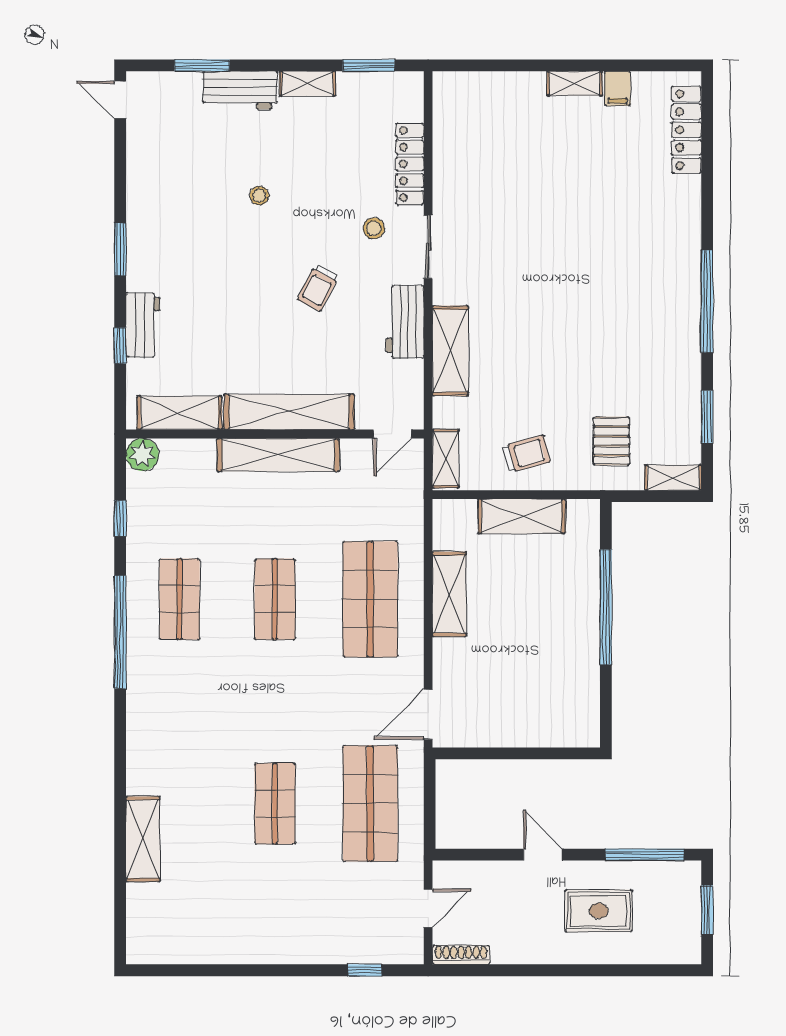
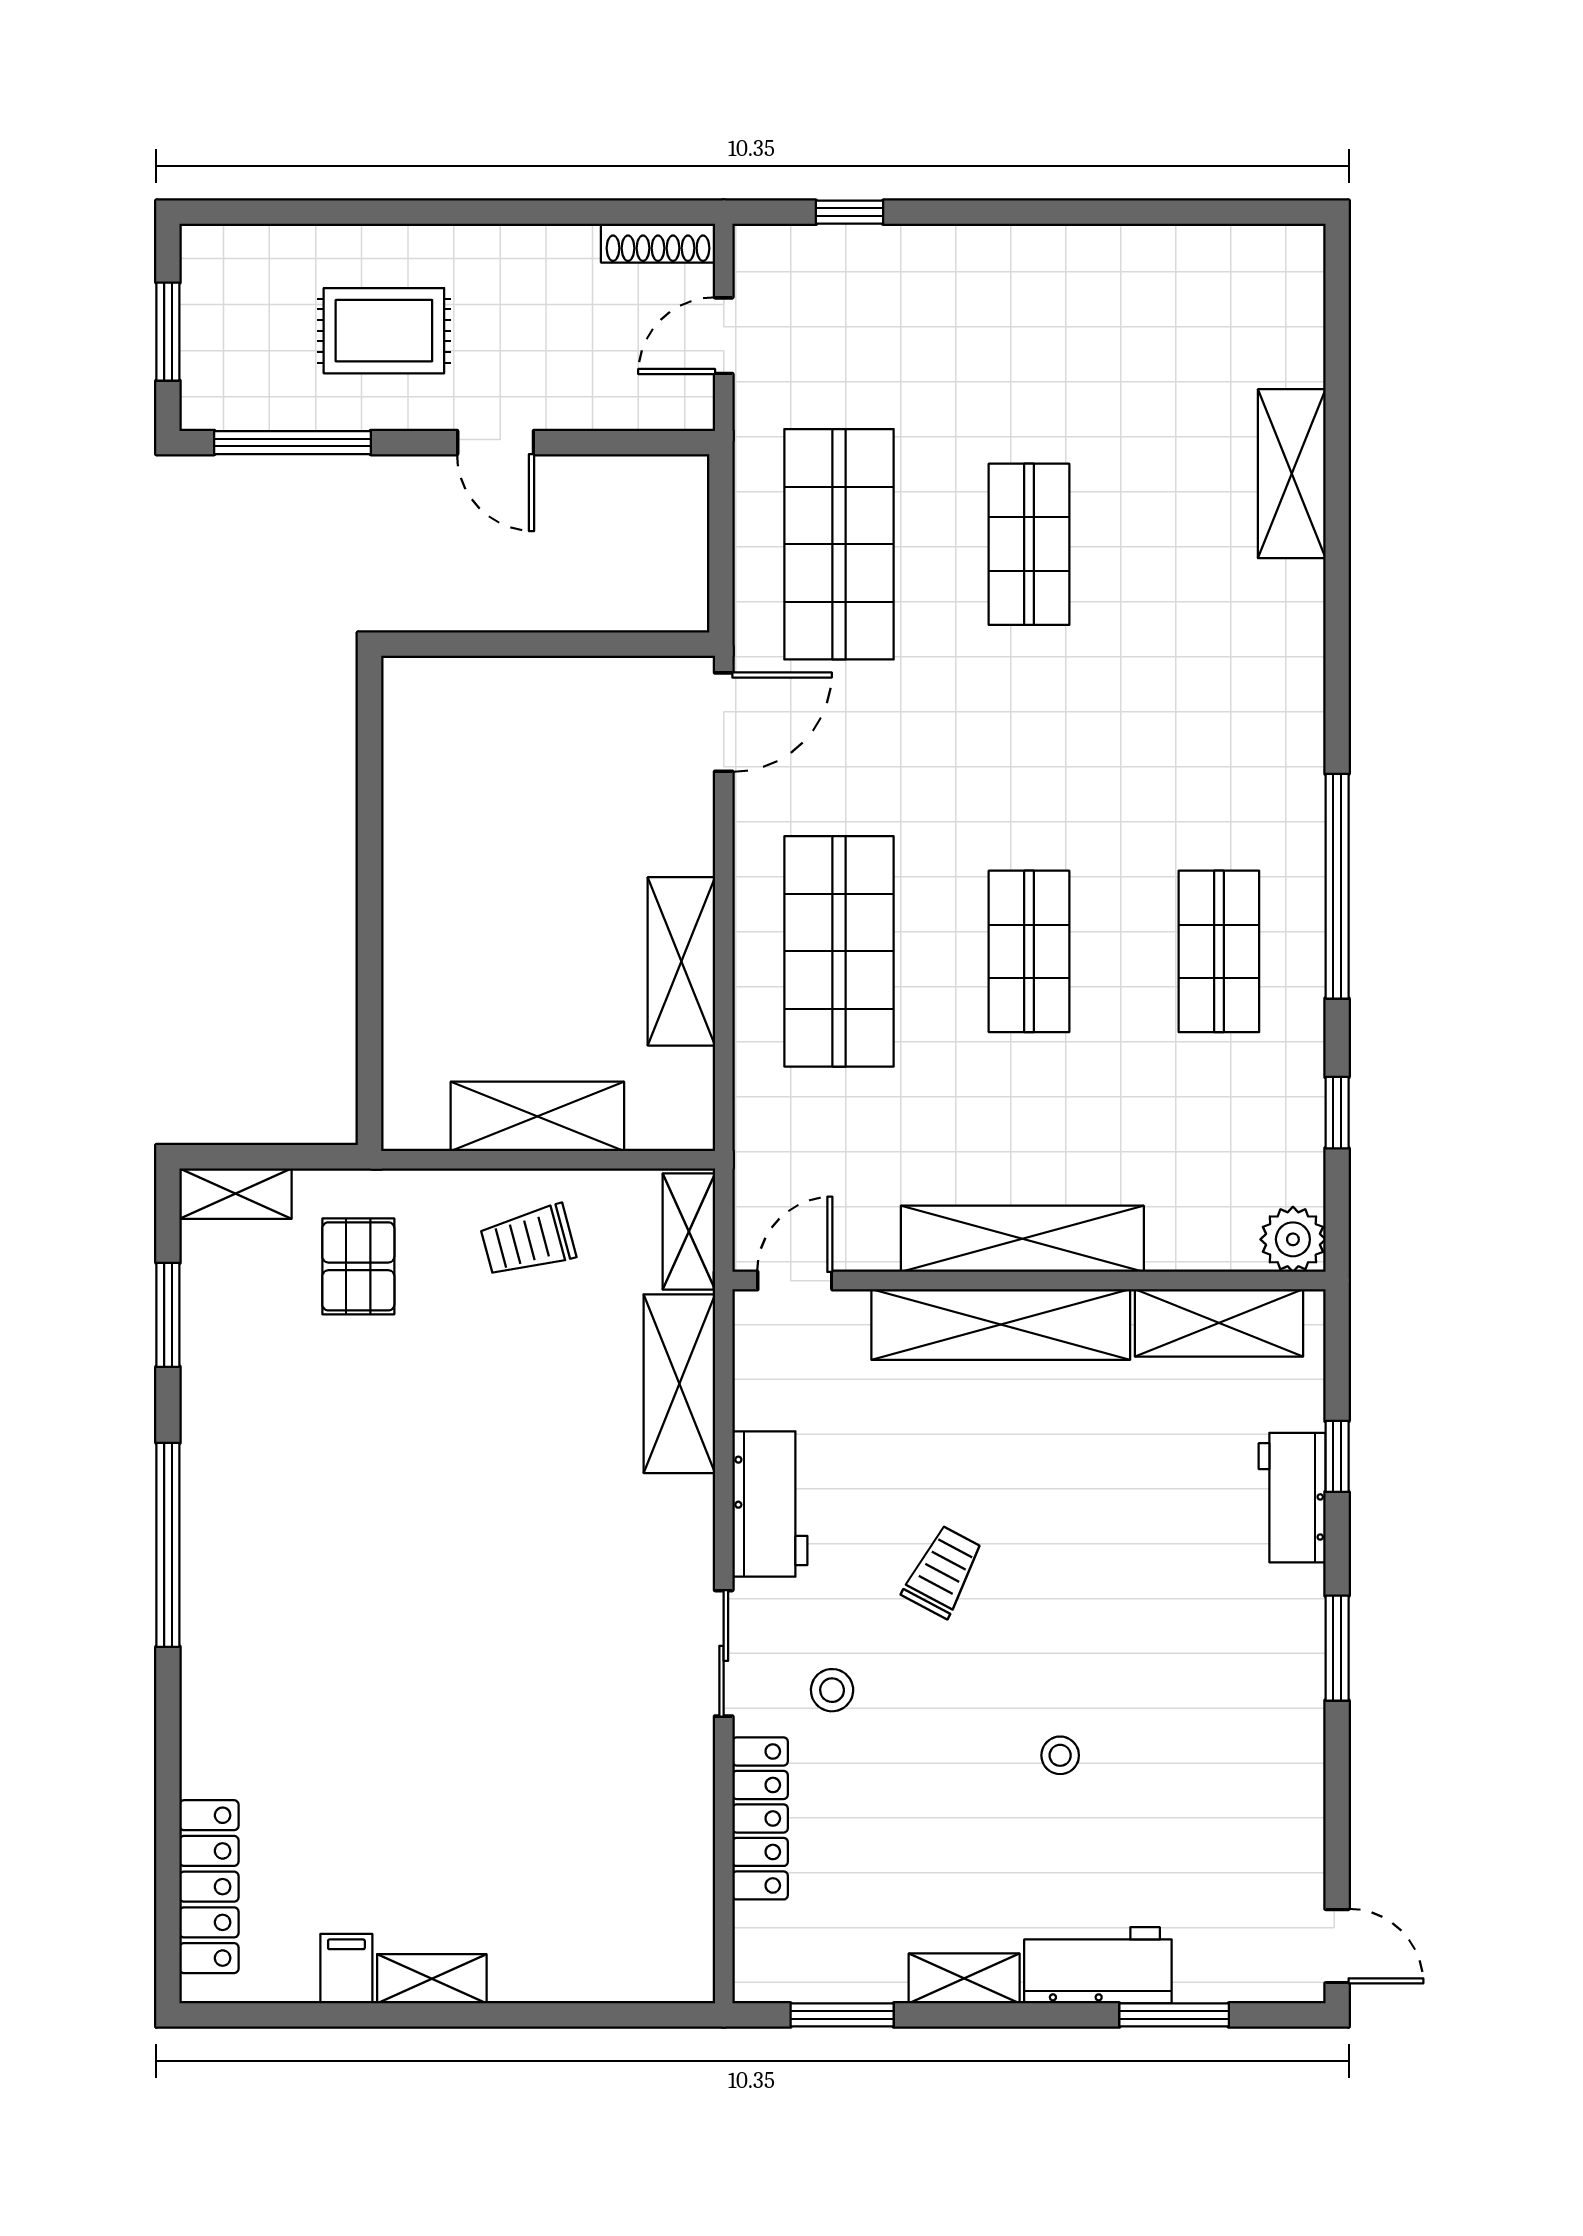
shelving: (450, 351) -> (679, 1384), moved
window: (606, 607) -> (369, 936), removed

